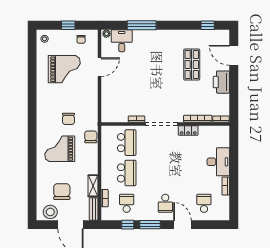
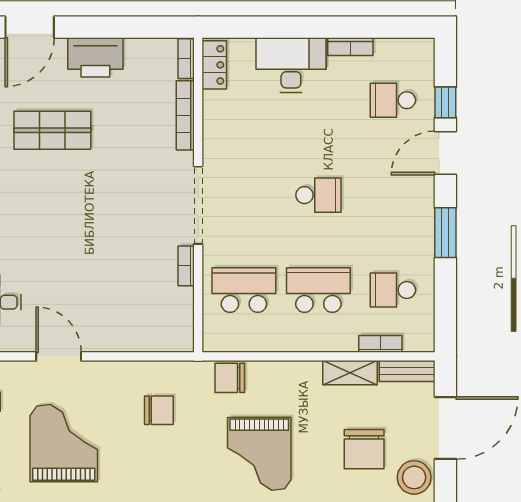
chair: (68, 119) -> (159, 410), moved
locker: (188, 130) -> (214, 65), moved
chair: (62, 192) -> (364, 449), turned -90
school desk: (165, 203) -> (318, 195), moved
window: (128, 225) -> (445, 102), moved

